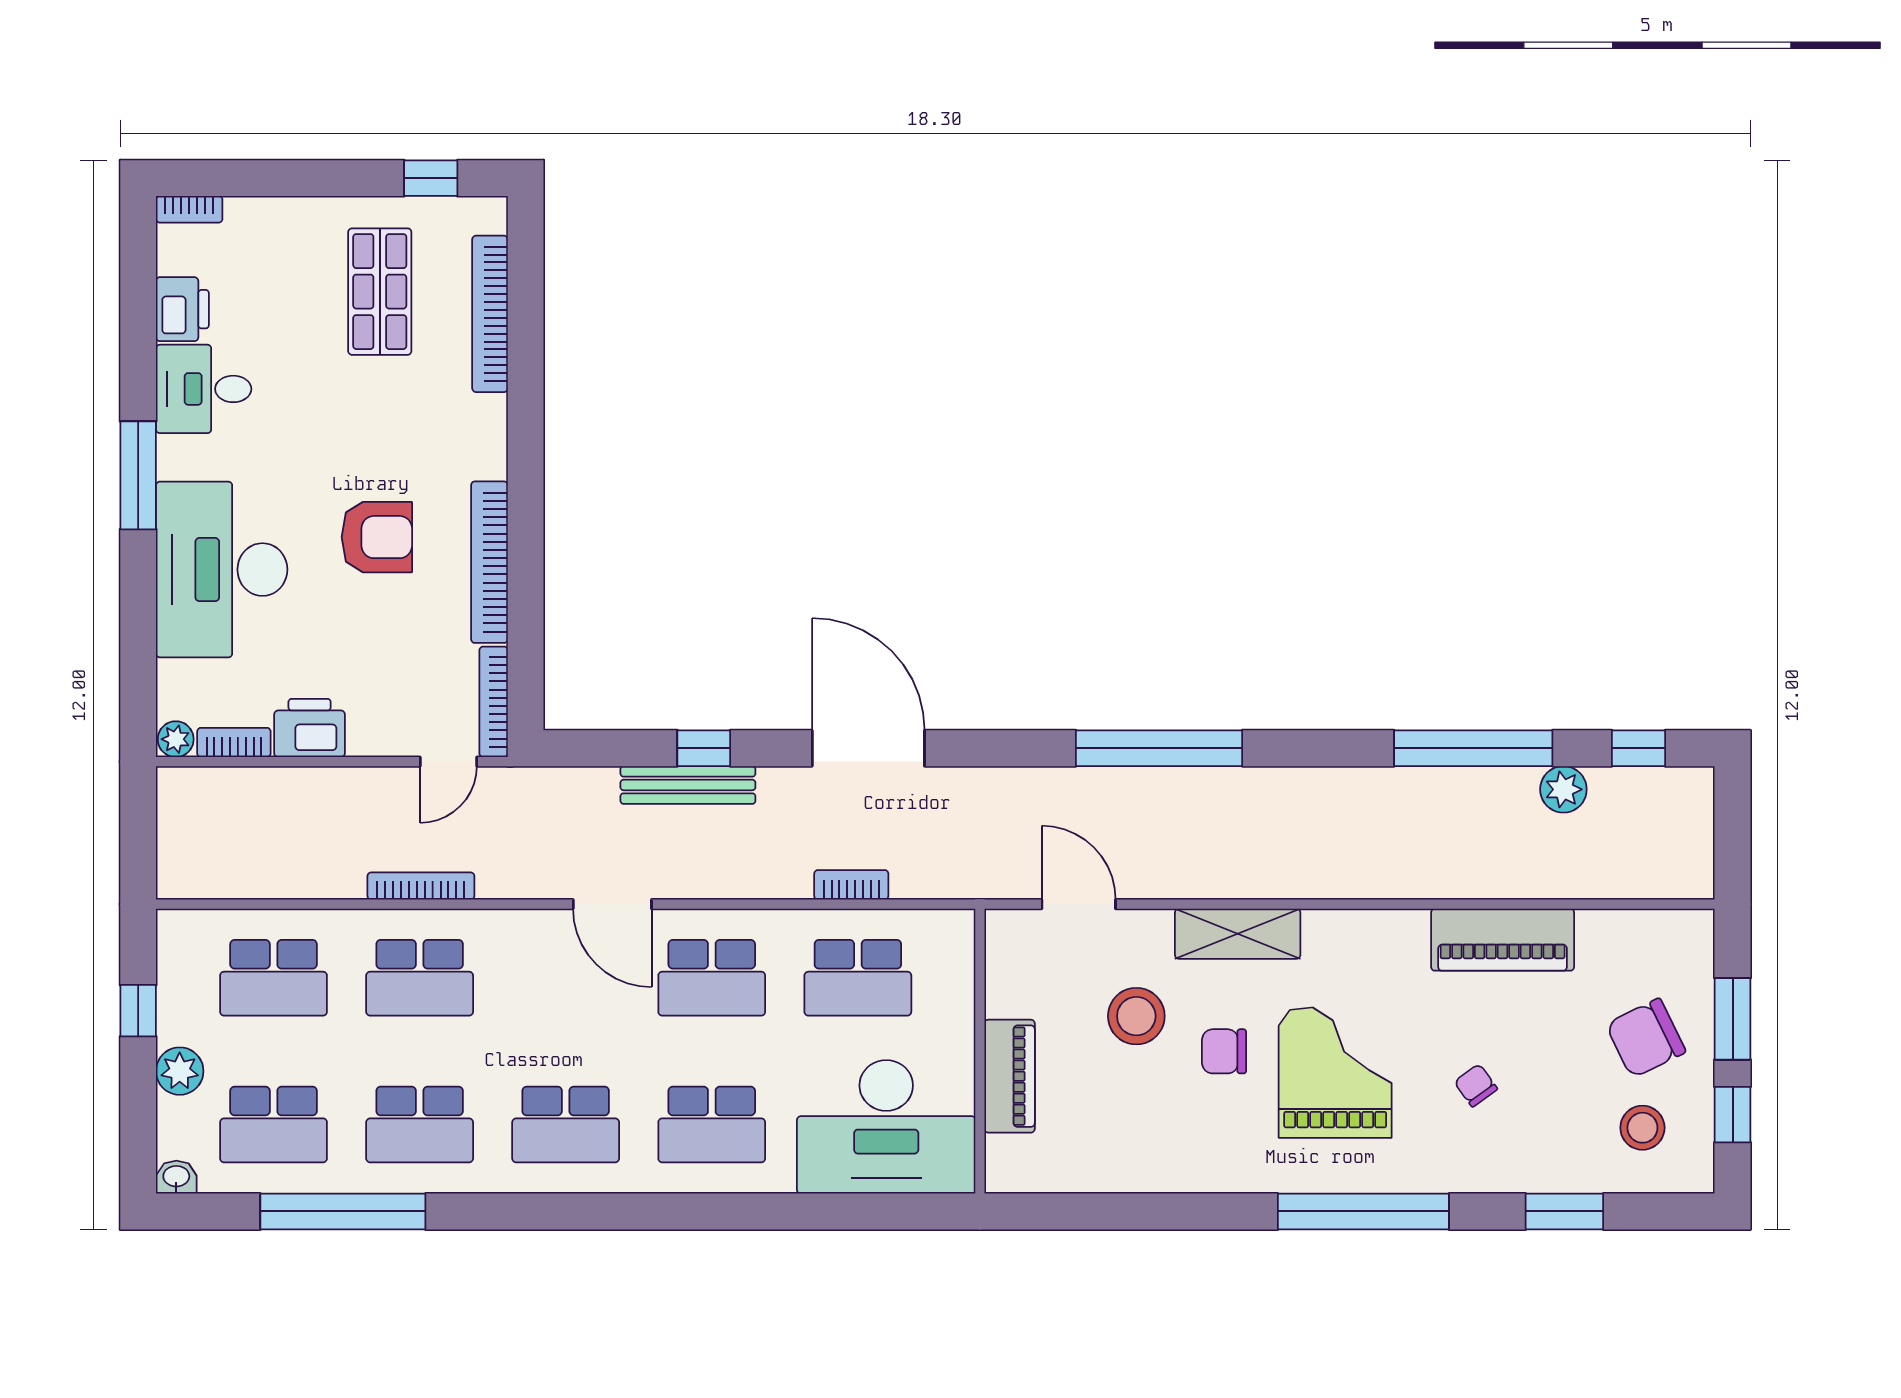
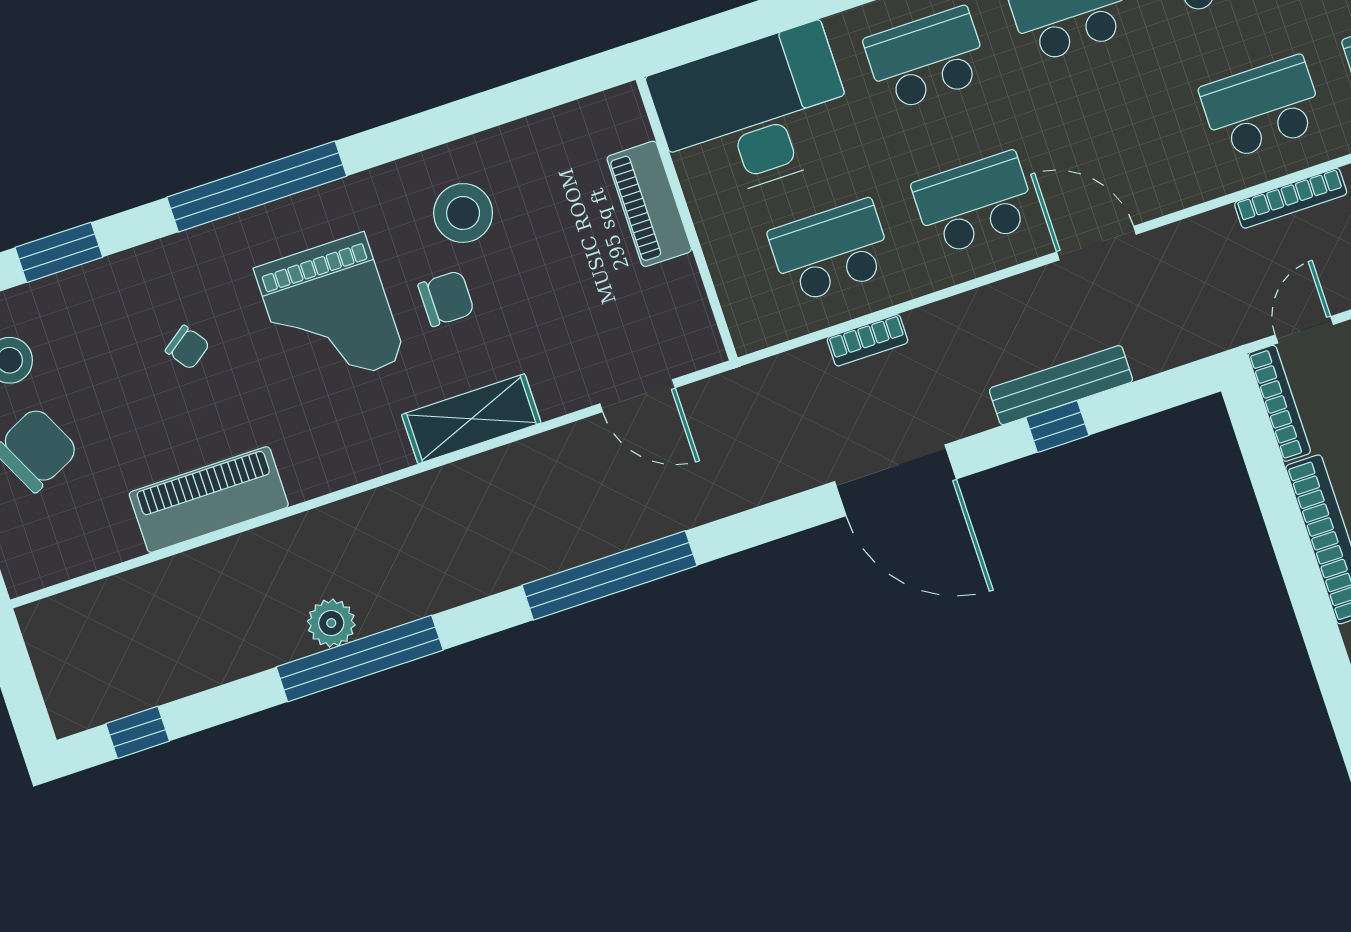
window: (1473, 748) -> (360, 659), moved
plant: (1563, 789) -> (331, 623), moved
stool: (1136, 1016) -> (463, 213), moved

